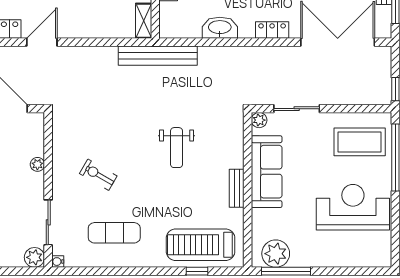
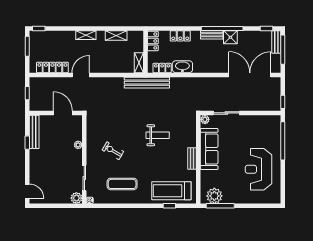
locker: (272, 30) -> (162, 68), moved
coffee table: (360, 142) -> (262, 132), removed
weight bench: (177, 148) -> (158, 135), turned -90
reception desk: (353, 207) -> (259, 169), turned -90

